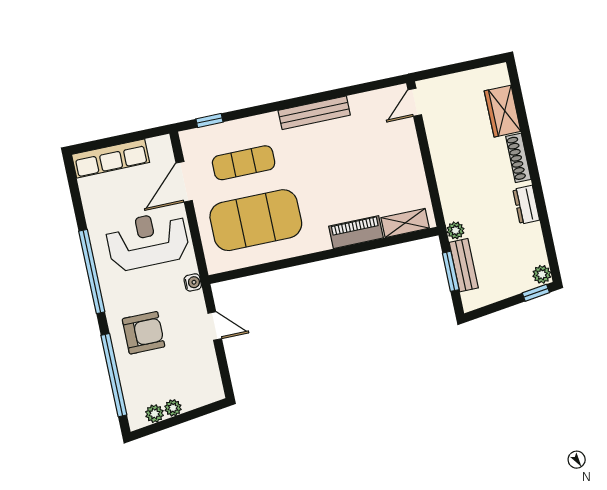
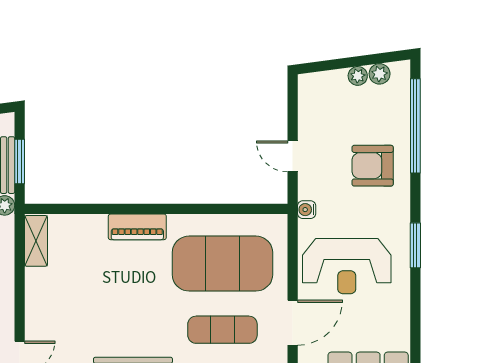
shelving: (405, 223) -> (36, 241), moved, turned 90
piano: (356, 232) -> (137, 227), moved
window: (92, 272) -> (415, 245), width x0.47

